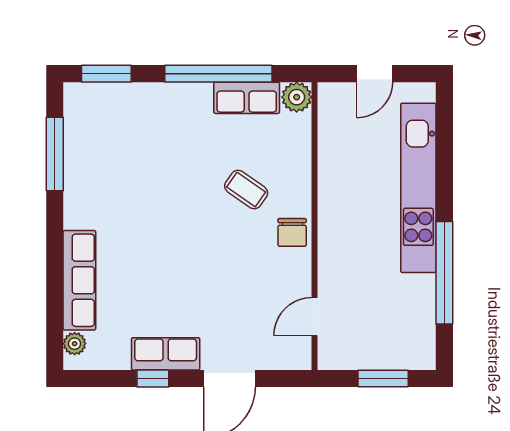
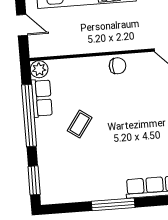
window: (55, 154) -> (113, 204), moved
coffee table: (246, 190) -> (80, 124), moved

